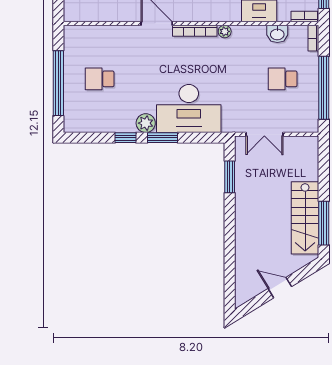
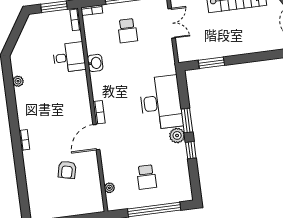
bookcase: (195, 31) -> (99, 112), width x0.64
plant: (225, 31) -> (109, 188), moved
washbasin: (277, 34) -> (95, 63), moved
double door: (264, 134) -> (172, 23), moved

